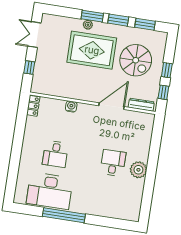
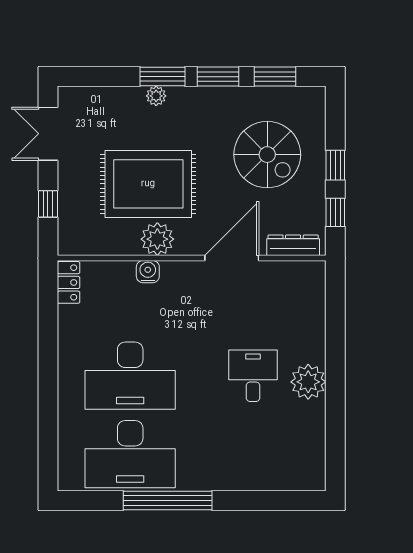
rug: (92, 50) -> (148, 184), moved
plant: (78, 92) -> (157, 239), added
desk: (55, 154) -> (130, 376), width x1.87, depth x1.30

